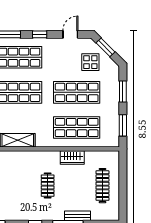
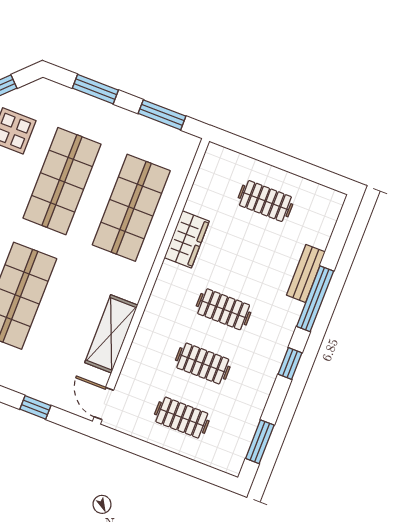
clothes rail: (20, 186) -> (203, 363), added
clothes rail: (102, 186) -> (265, 201), width x0.73

